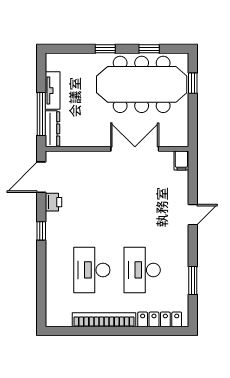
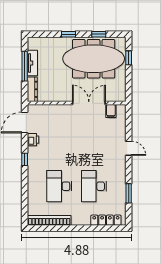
window: (41, 114) -> (25, 66), moved
filing cabinet: (181, 161) -> (111, 111), moved
door: (193, 215) -> (129, 148), hinge flipped
bookcase: (104, 320) -> (49, 220), moved

